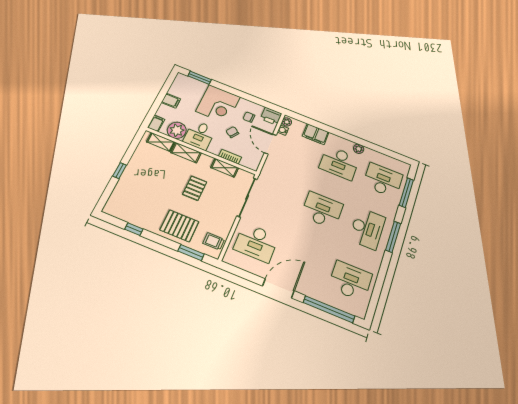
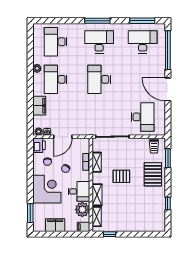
filing cabinet: (171, 101) -> (55, 225), width x2.00
desk: (339, 163) -> (56, 79), turned 180
window: (120, 171) -> (110, 234), moved
window: (406, 193) -> (142, 21), moved
desk: (350, 281) -> (143, 42), turned 90

